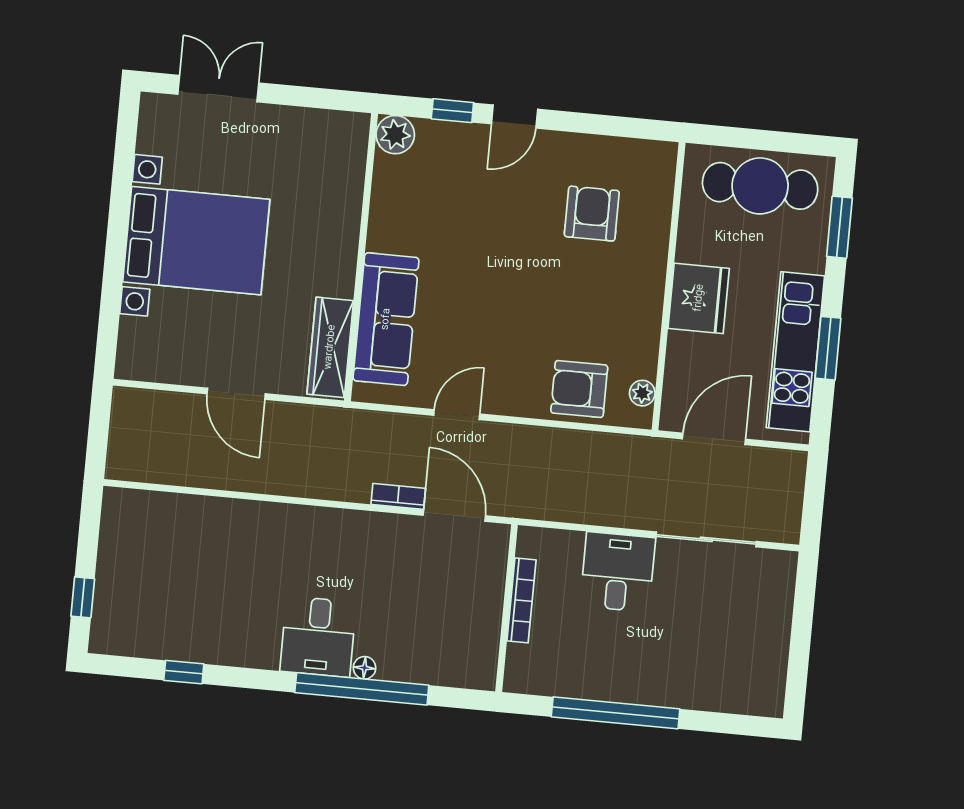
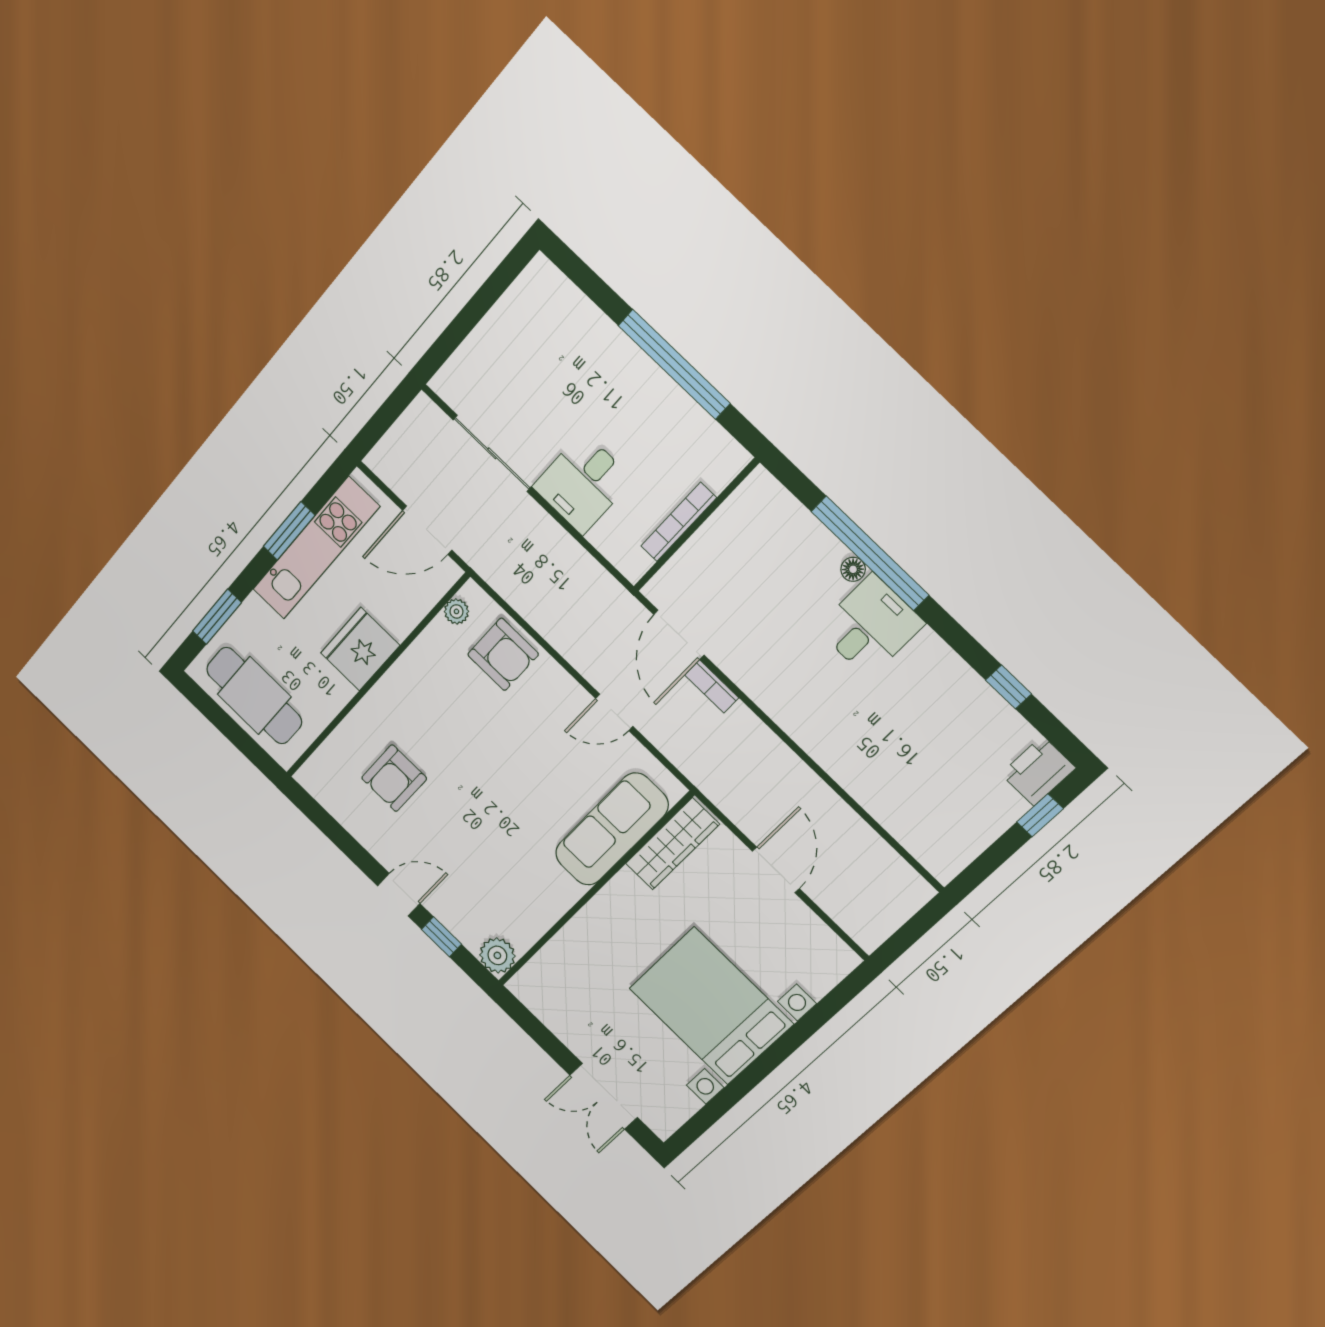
printer: (112, 629) -> (1038, 771), added

